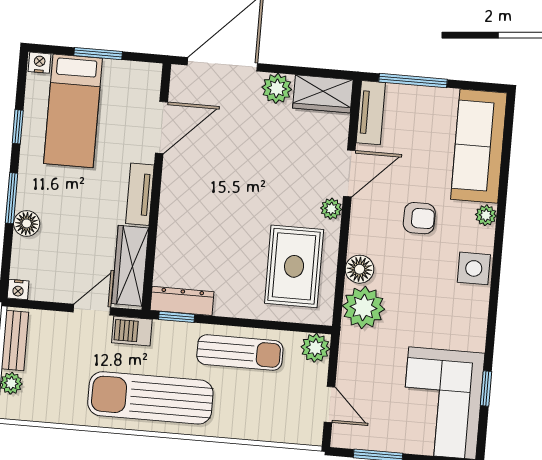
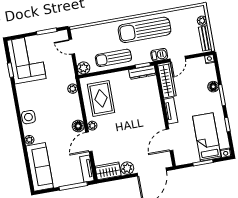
armchair: (419, 218) -> (56, 131), removed
floor lamp: (360, 269) -> (78, 126), moved
plant: (364, 308) -> (73, 89), width x0.53, depth x0.53
sun lounger: (150, 398) -> (145, 30), turned 180

